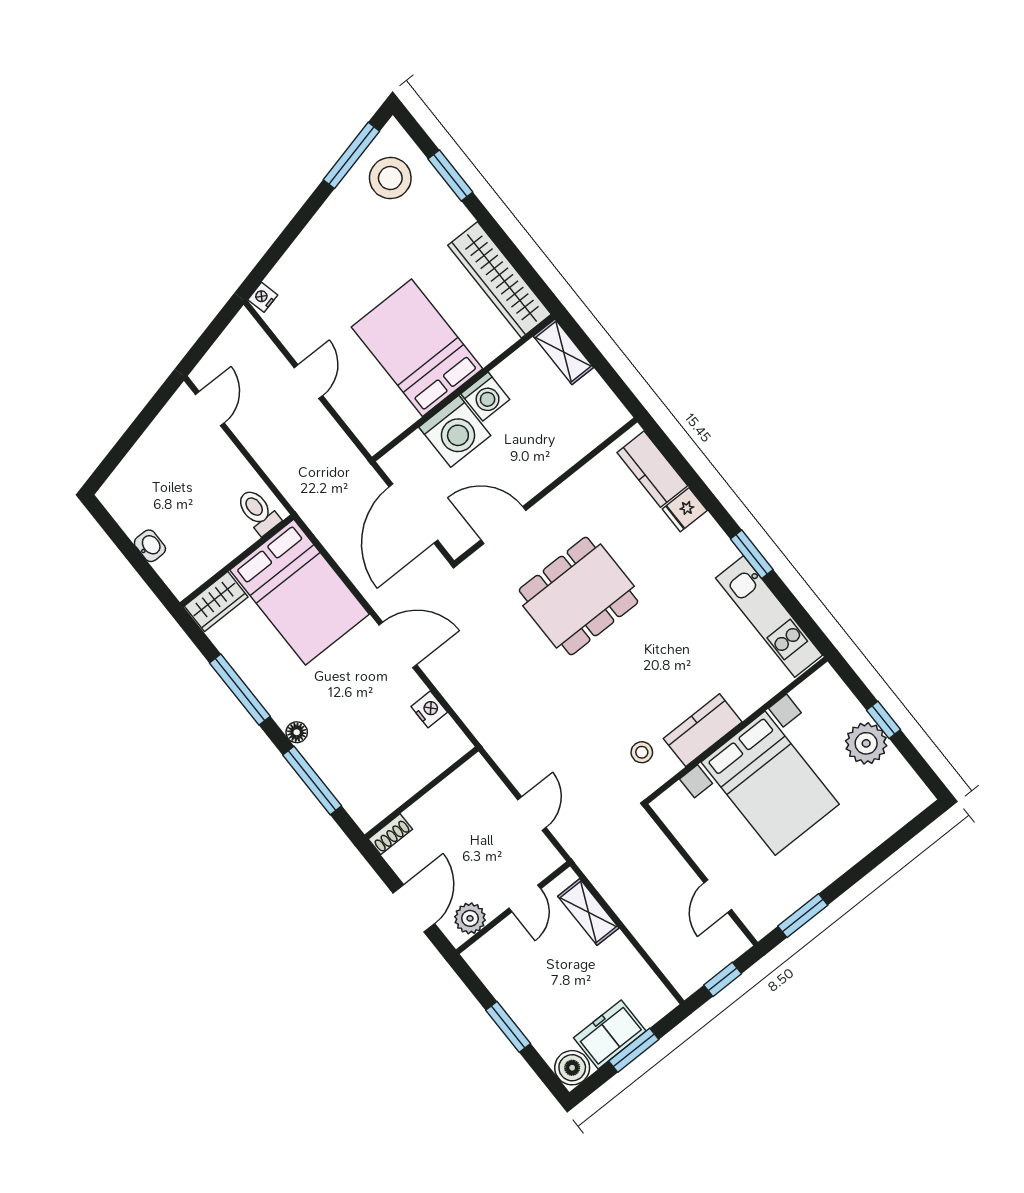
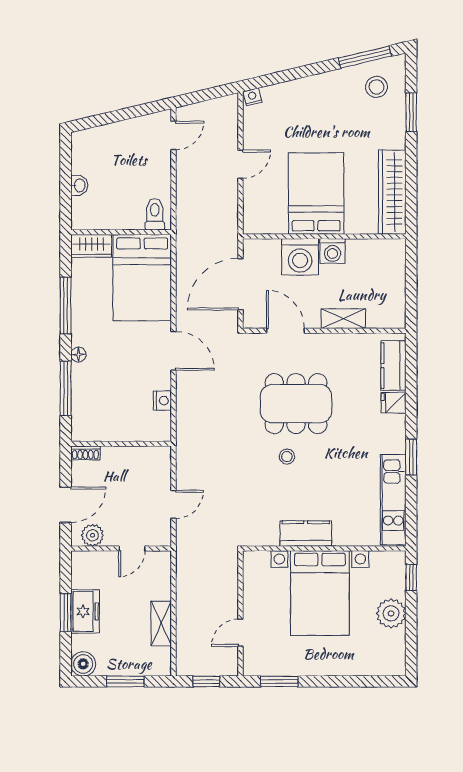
stool: (390, 178) -> (376, 87), width x0.73, depth x0.73
shelving: (563, 352) -> (343, 319), moved, turned 90
window: (883, 720) -> (411, 577), moved
stool: (642, 752) -> (287, 457), moved
shelving: (588, 912) -> (161, 623), moved
freezer: (610, 1034) -> (85, 611), moved, turned 90

